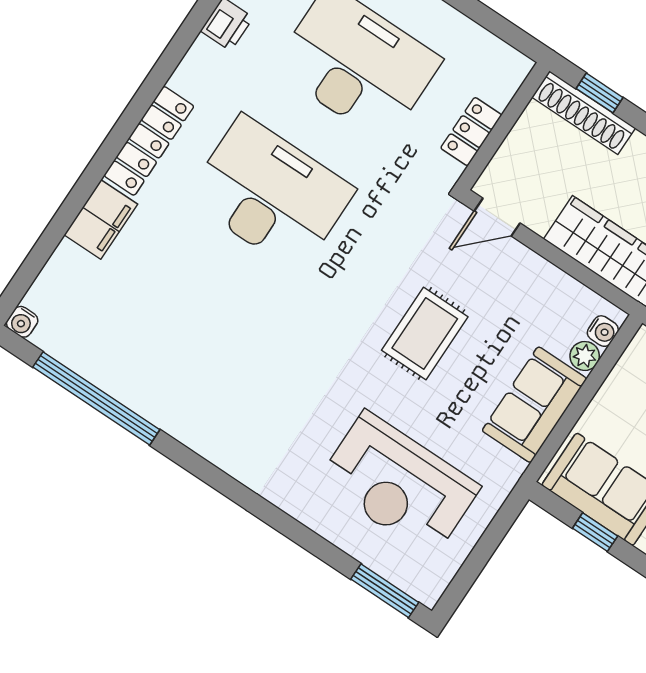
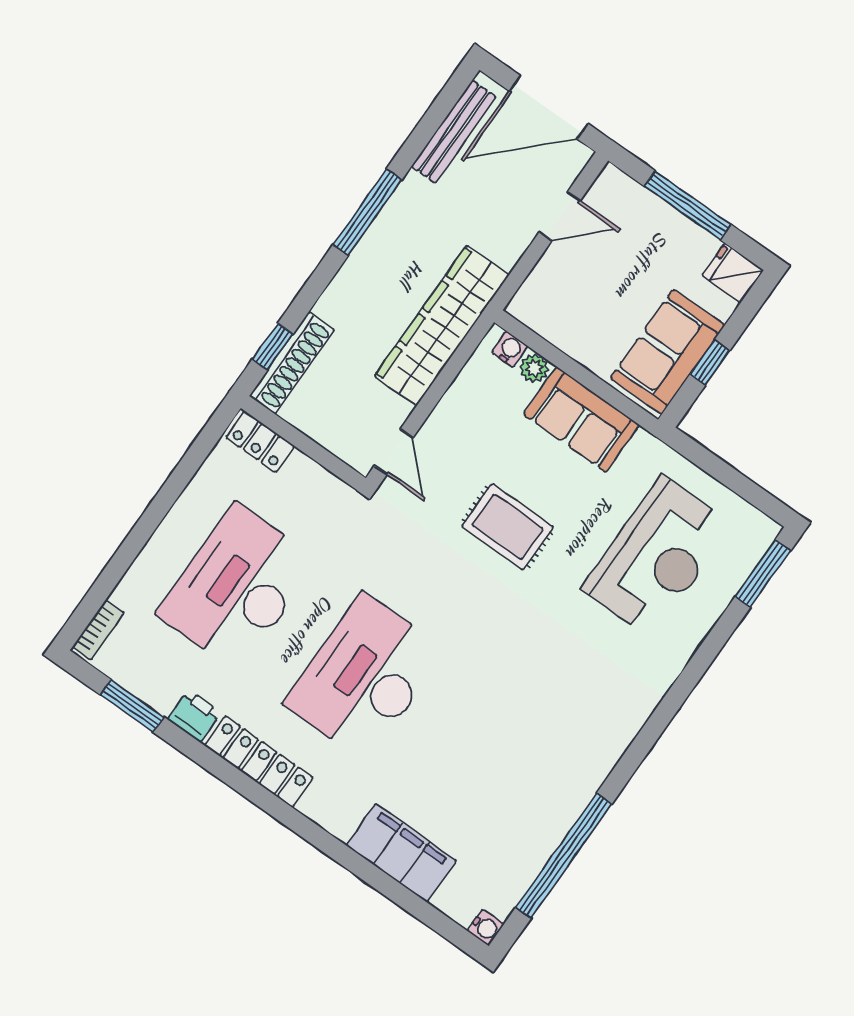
locker: (471, 132) -> (260, 442), moved
locker: (149, 141) -> (259, 761), moved
filing cabinet: (101, 219) -> (401, 853), width x1.50, depth x1.17

